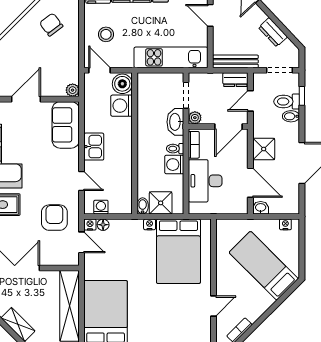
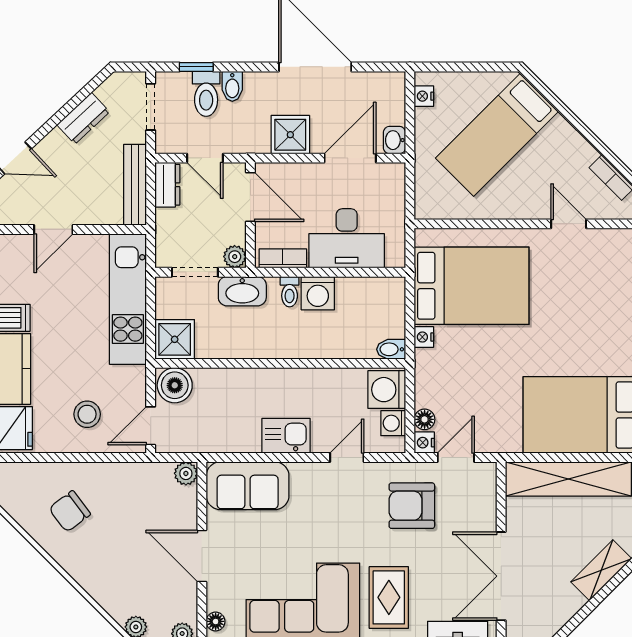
washing machine: (122, 106) -> (387, 390), moved, turned 90
shower: (161, 203) -> (175, 339), moved

